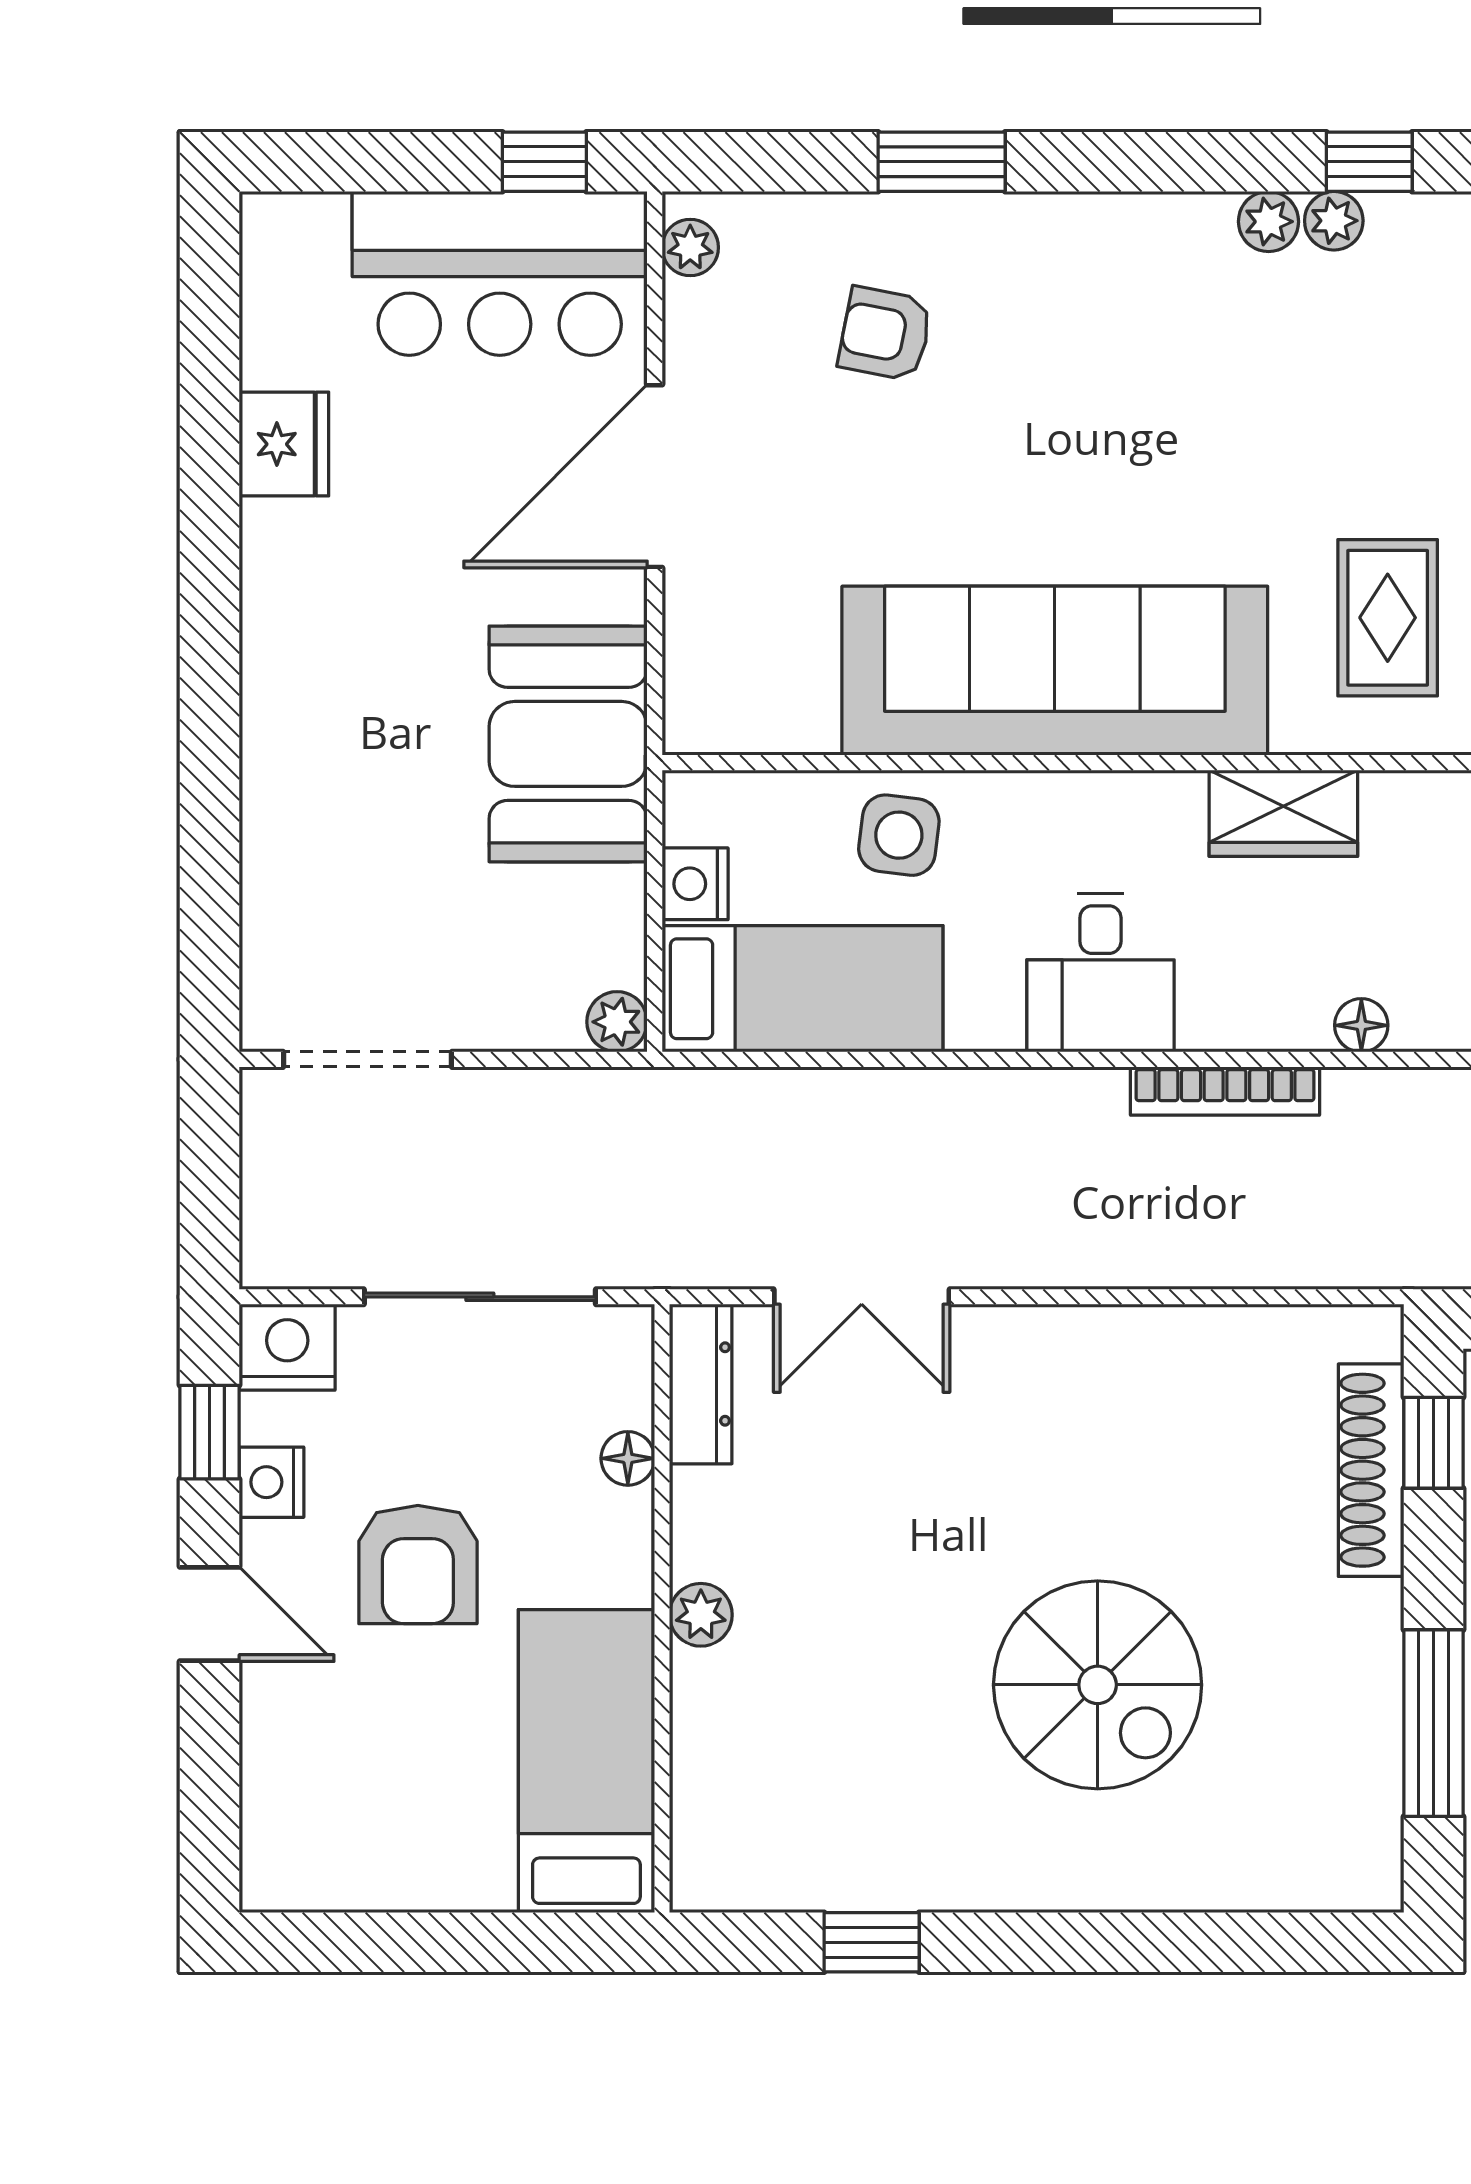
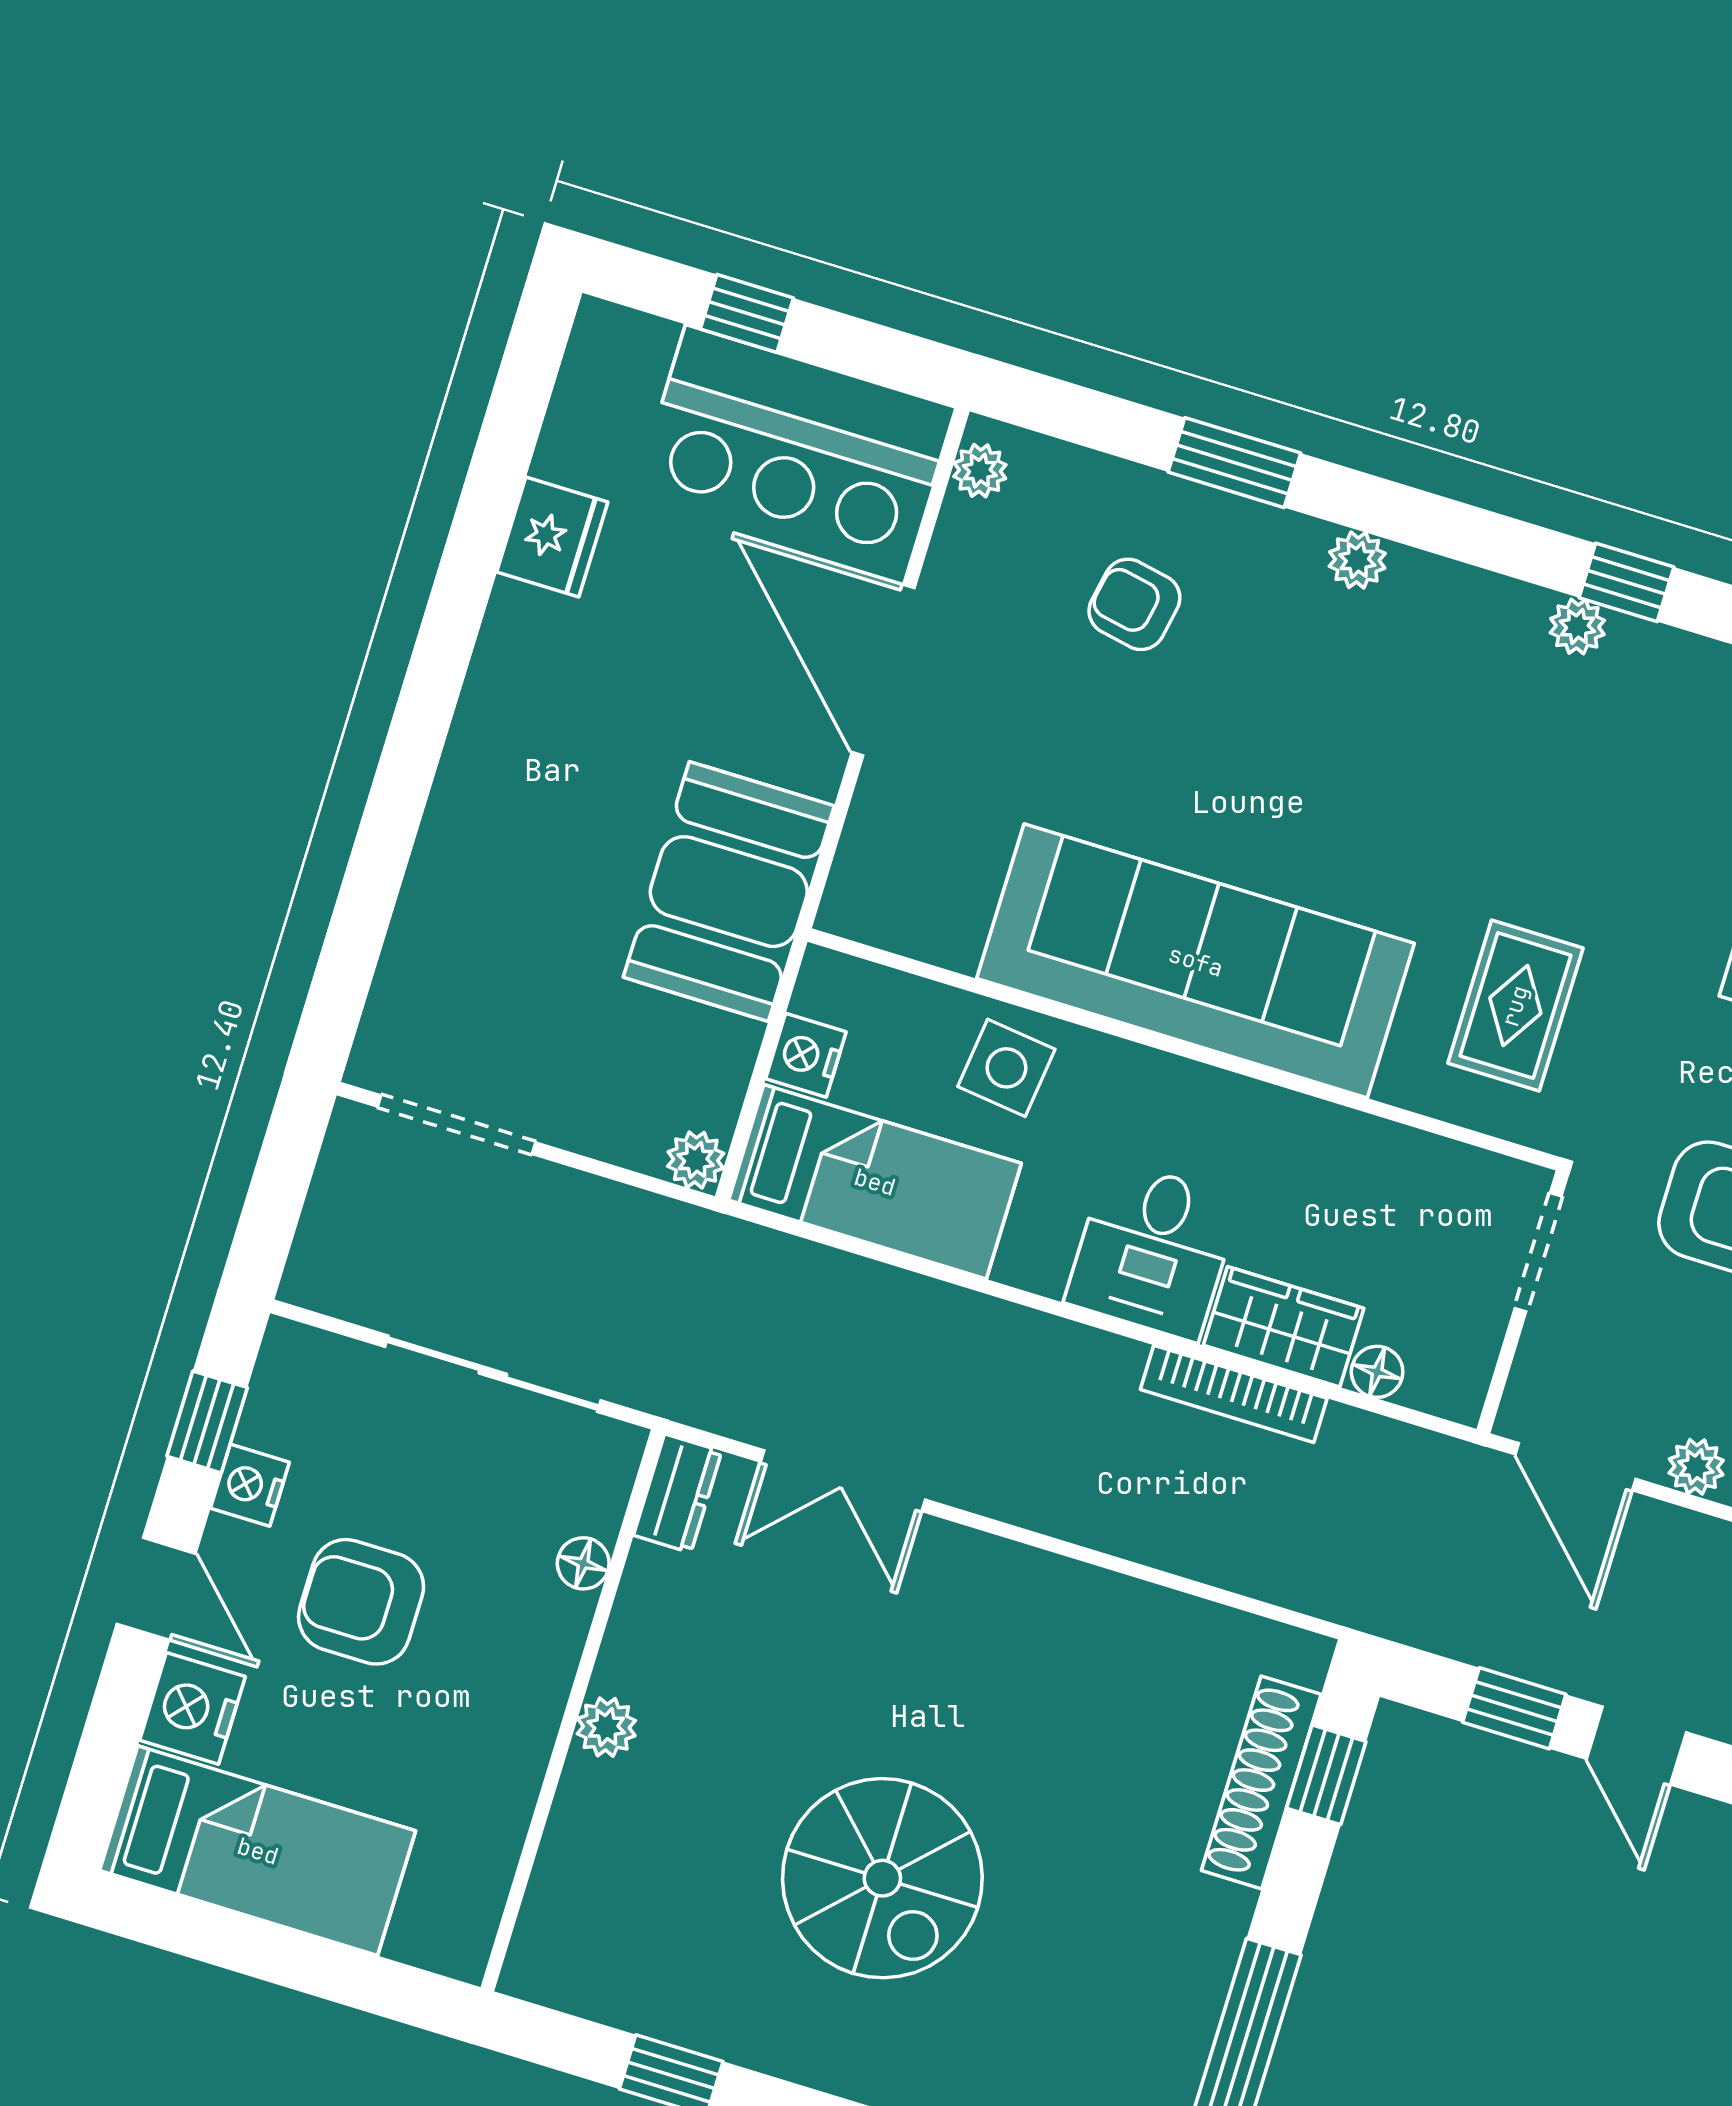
window: (544, 162) -> (747, 313), moved
plant: (1269, 222) -> (1357, 560), moved
door: (655, 476) -> (883, 670), hinge flipped
wardrobe: (1283, 813) -> (1284, 1327), moved, turned 180
nightstand: (287, 1347) -> (192, 1708), moved, turned -90
dresser: (701, 1384) -> (678, 1493), width x0.70
armchair: (418, 1565) -> (361, 1602), turned 90
spiral stairs: (1098, 1685) -> (882, 1878), moved
bed: (586, 1761) -> (258, 1851), moved, turned 90

